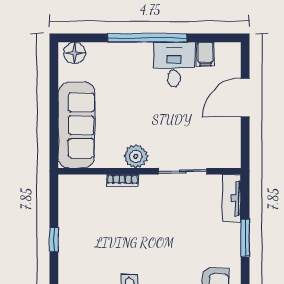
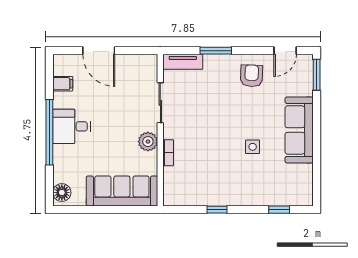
desk: (174, 65) -> (72, 126), moved

